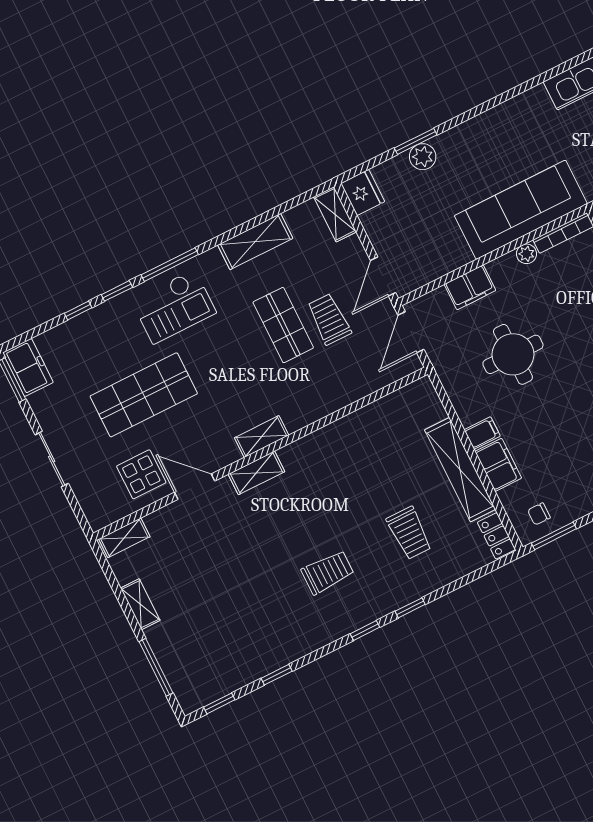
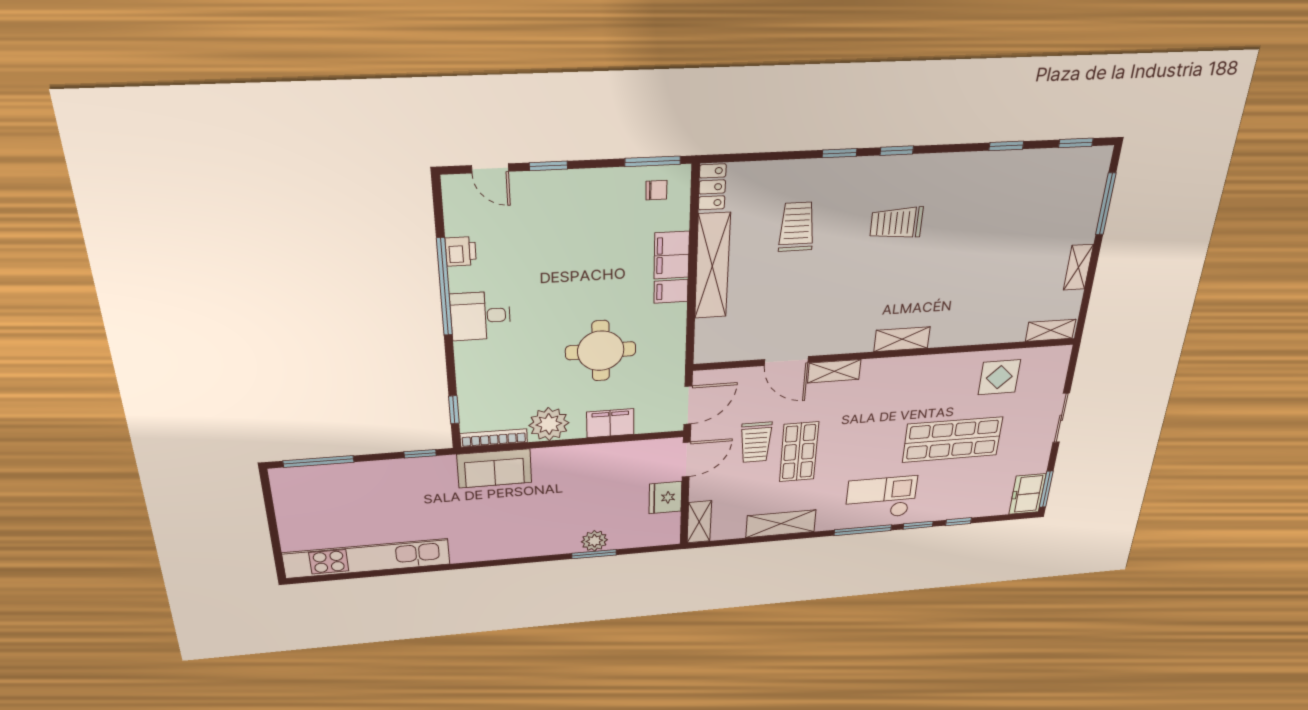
fridge: (363, 192) -> (665, 498), moved
sofa: (521, 210) -> (494, 468), width x0.54, depth x0.79
plant: (526, 254) -> (549, 424), width x1.88, depth x1.88
shelving: (262, 437) -> (834, 371), moved
door: (195, 487) -> (786, 361), moved

